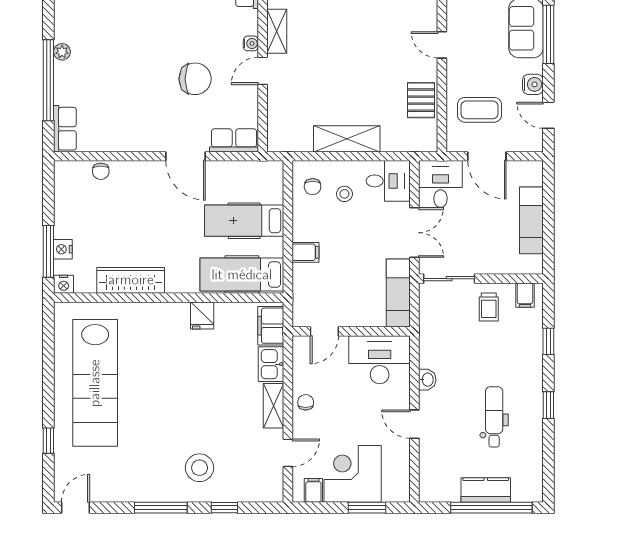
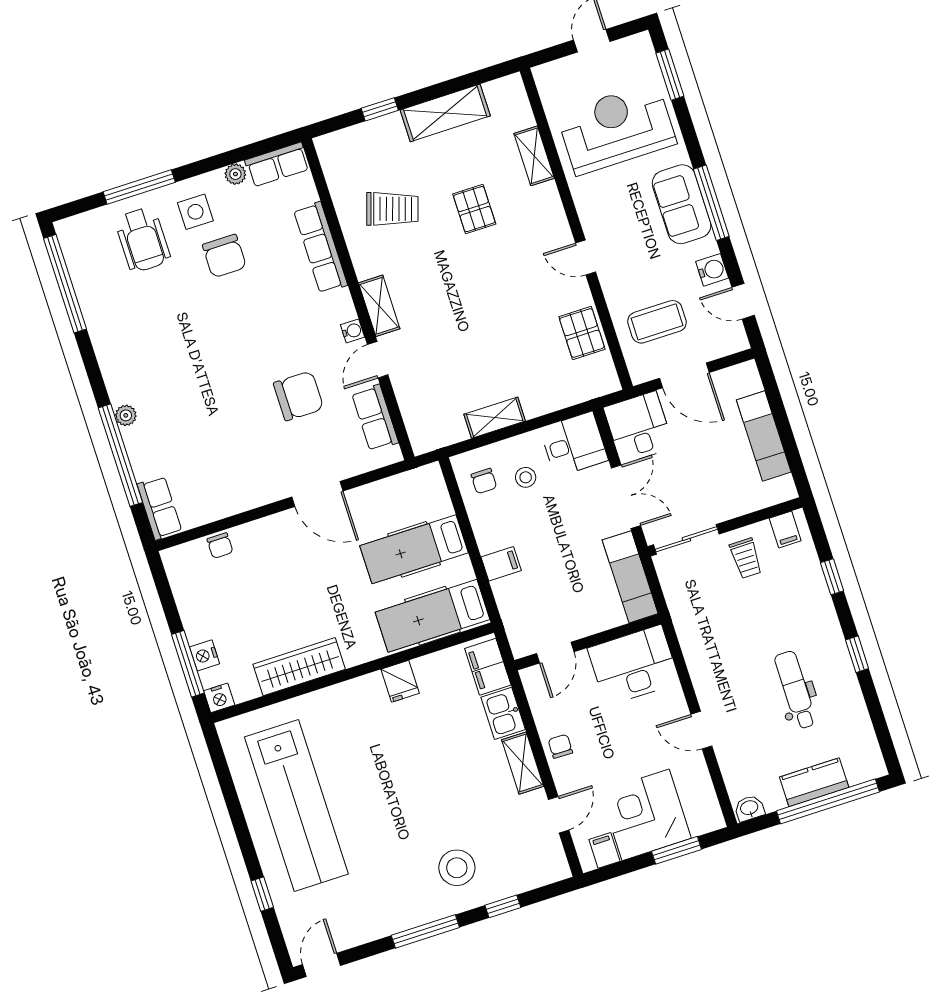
shelving: (347, 139) -> (495, 418), width x0.67, depth x0.75
row of seats: (234, 140) -> (375, 418), moved, turned -90
washbasin: (427, 380) -> (749, 808), moved, turned -90

